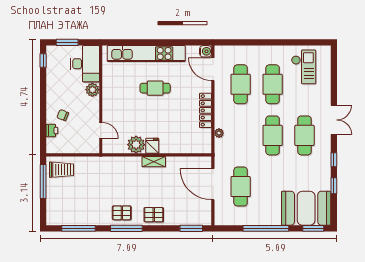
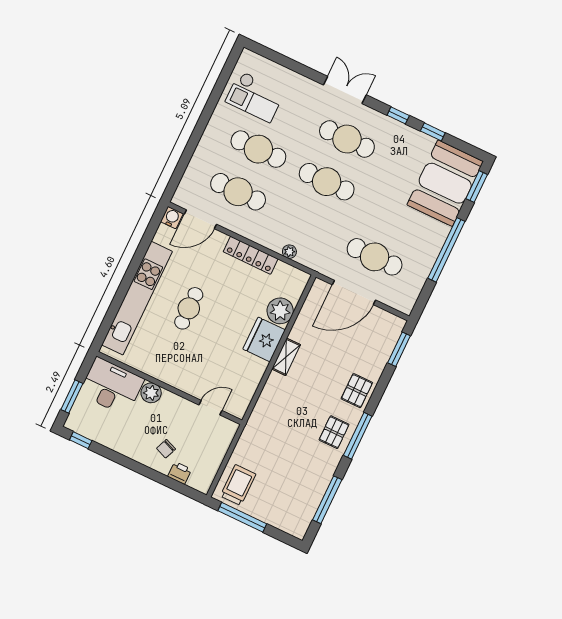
checkout: (304, 67) -> (255, 97), turned 180
plant: (136, 145) -> (280, 311), moved
fridge: (152, 146) -> (264, 340), width x1.88, depth x1.34

